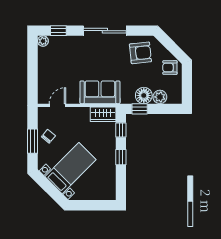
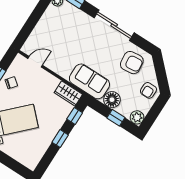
armchair: (170, 68) -> (148, 90), turned -90
sofa: (100, 92) -> (89, 81), moved
plant: (160, 97) -> (137, 117), moved
window: (140, 109) -> (116, 118), moved

